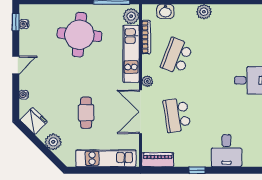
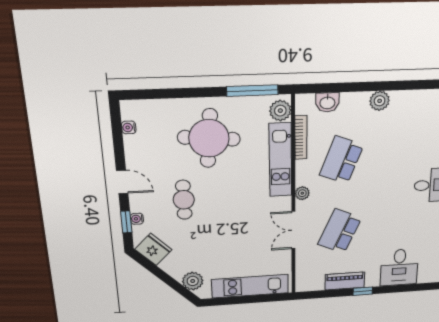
window: (16, 22) -> (126, 222), moved
door: (16, 65) -> (122, 182), hinge flipped
double door: (140, 112) -> (293, 230), width x0.73
cafe table: (86, 113) -> (184, 200), moved
school desk: (177, 115) -> (340, 231), turned 33
plant: (53, 142) -> (193, 281), moved
piano: (158, 160) -> (345, 281), moved

